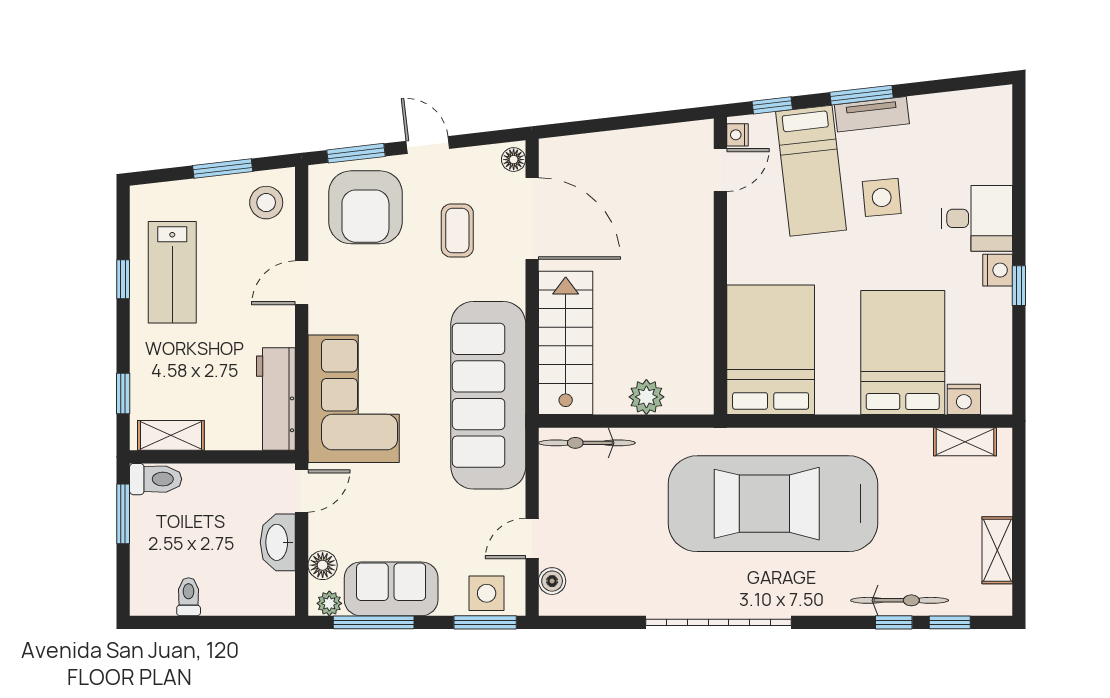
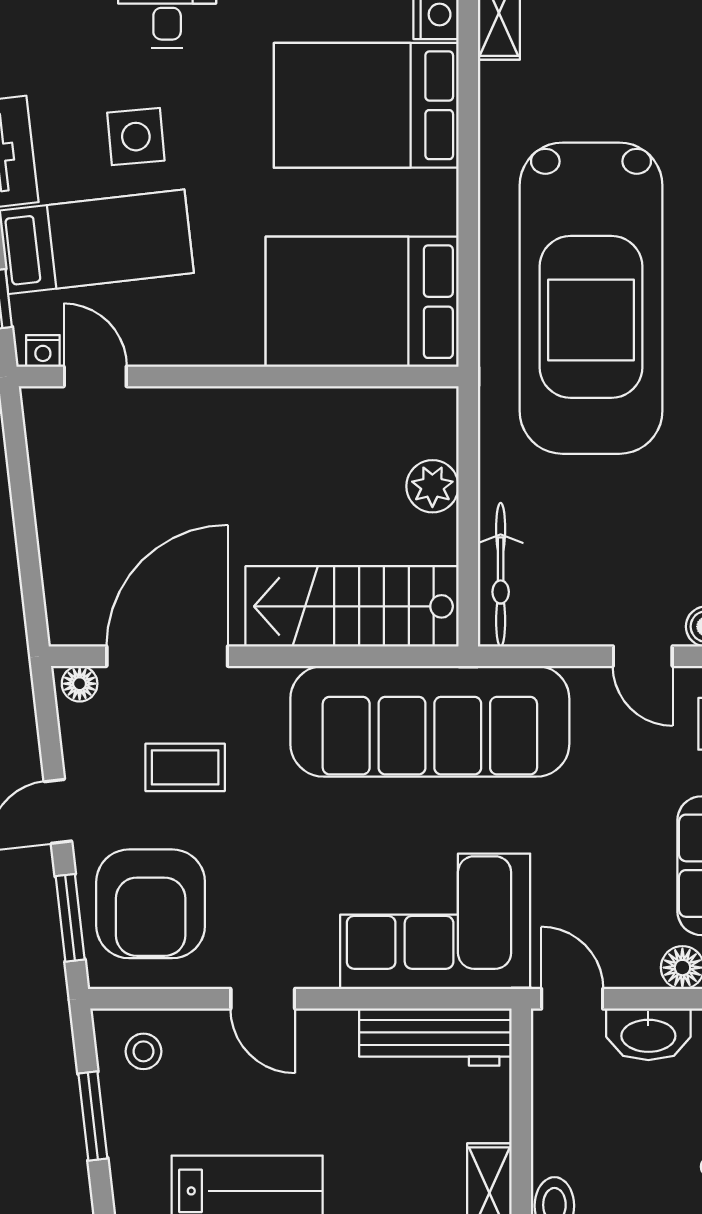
stool: (266, 203) -> (143, 1051), width x0.73, depth x0.73
armchair: (365, 207) -> (151, 904), turned 90

